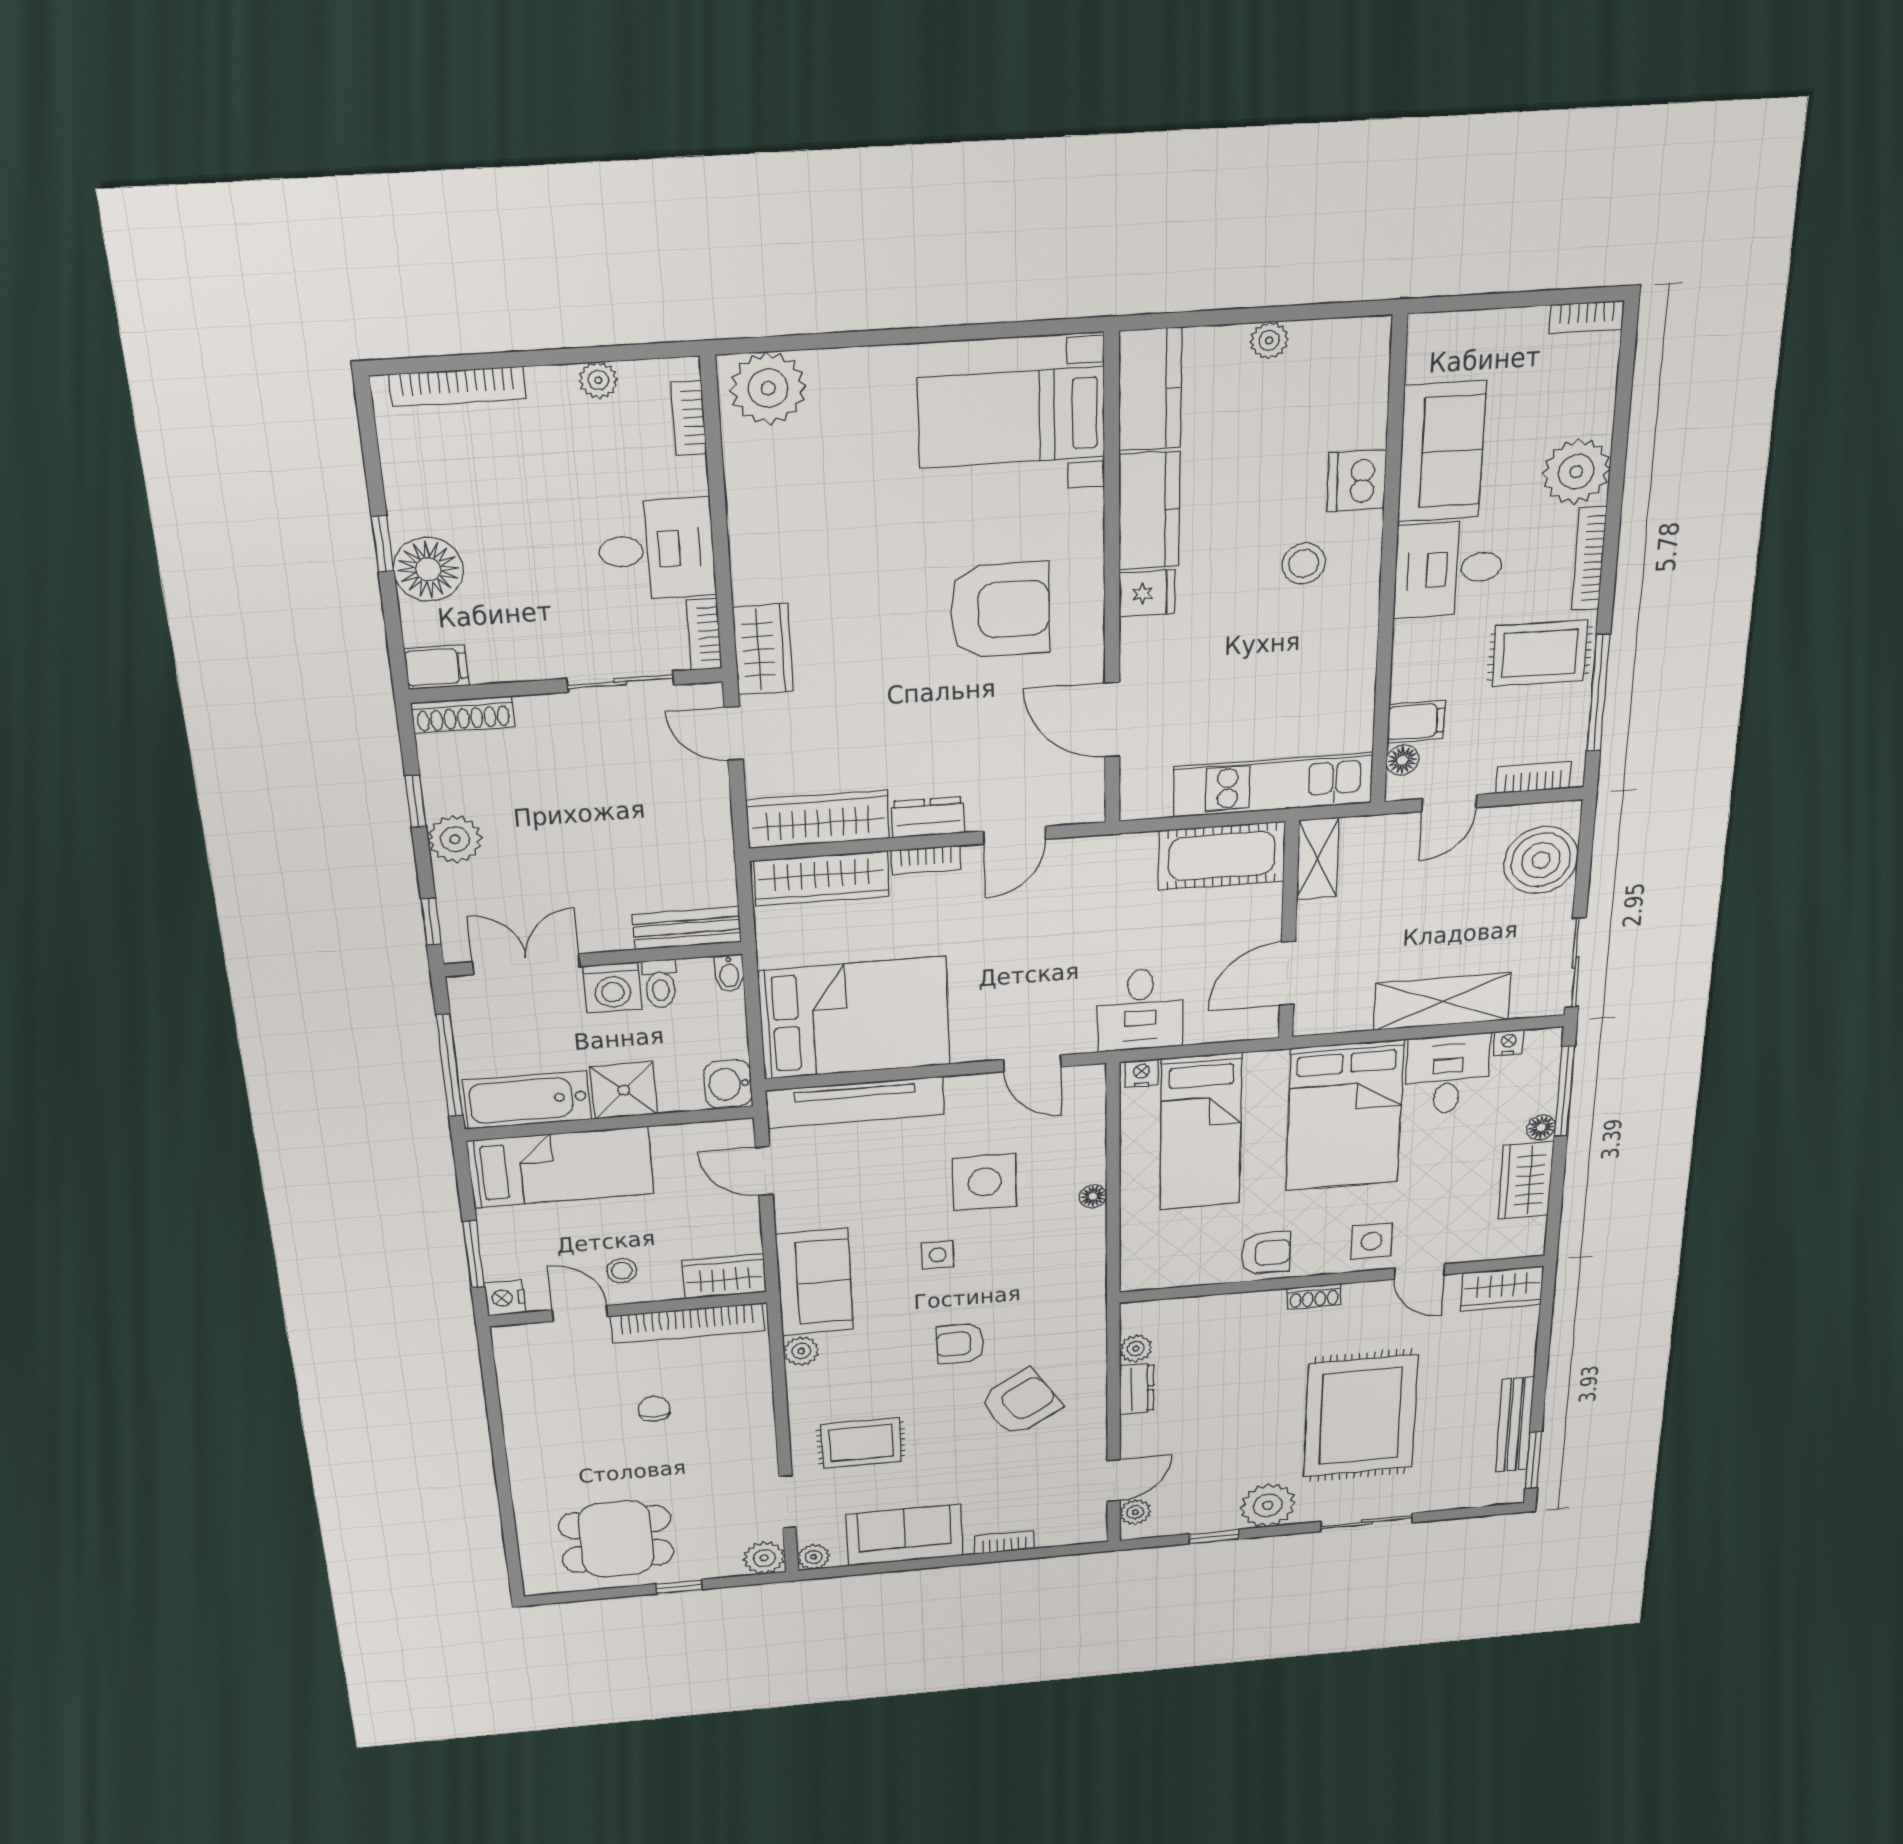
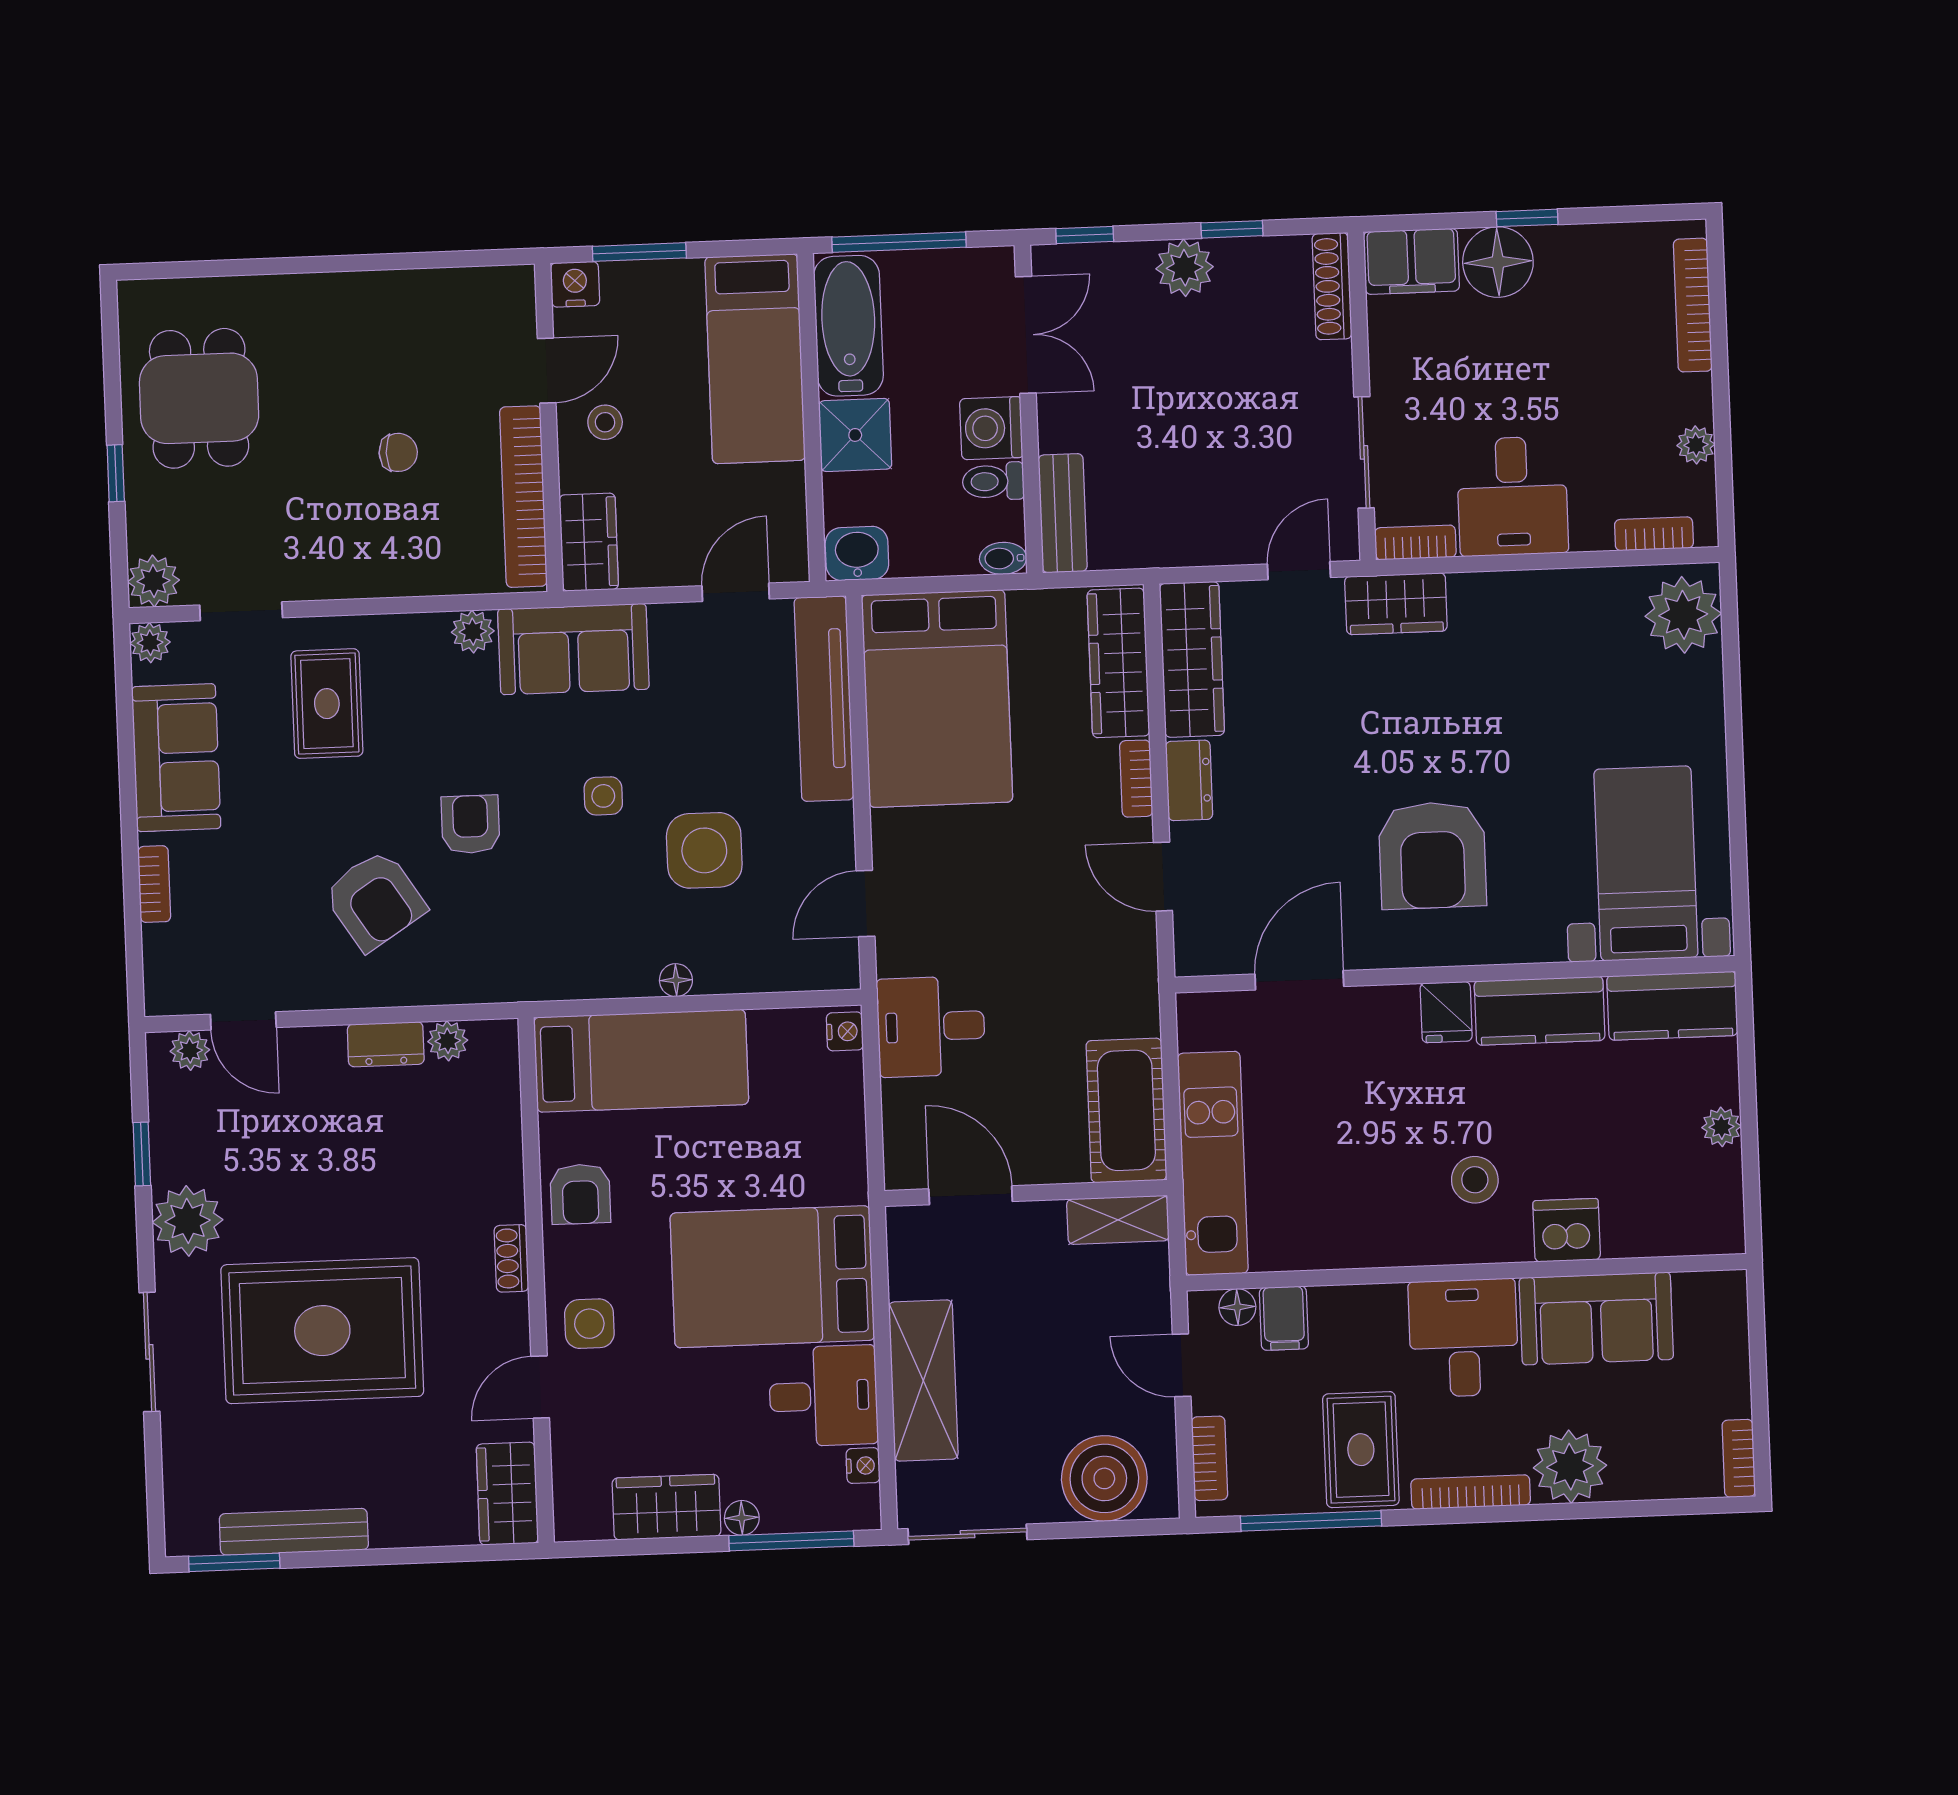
filing cabinet: (436, 667) -> (1411, 261), width x2.00
bed: (1201, 1132) -> (641, 1061), moved, turned 180

